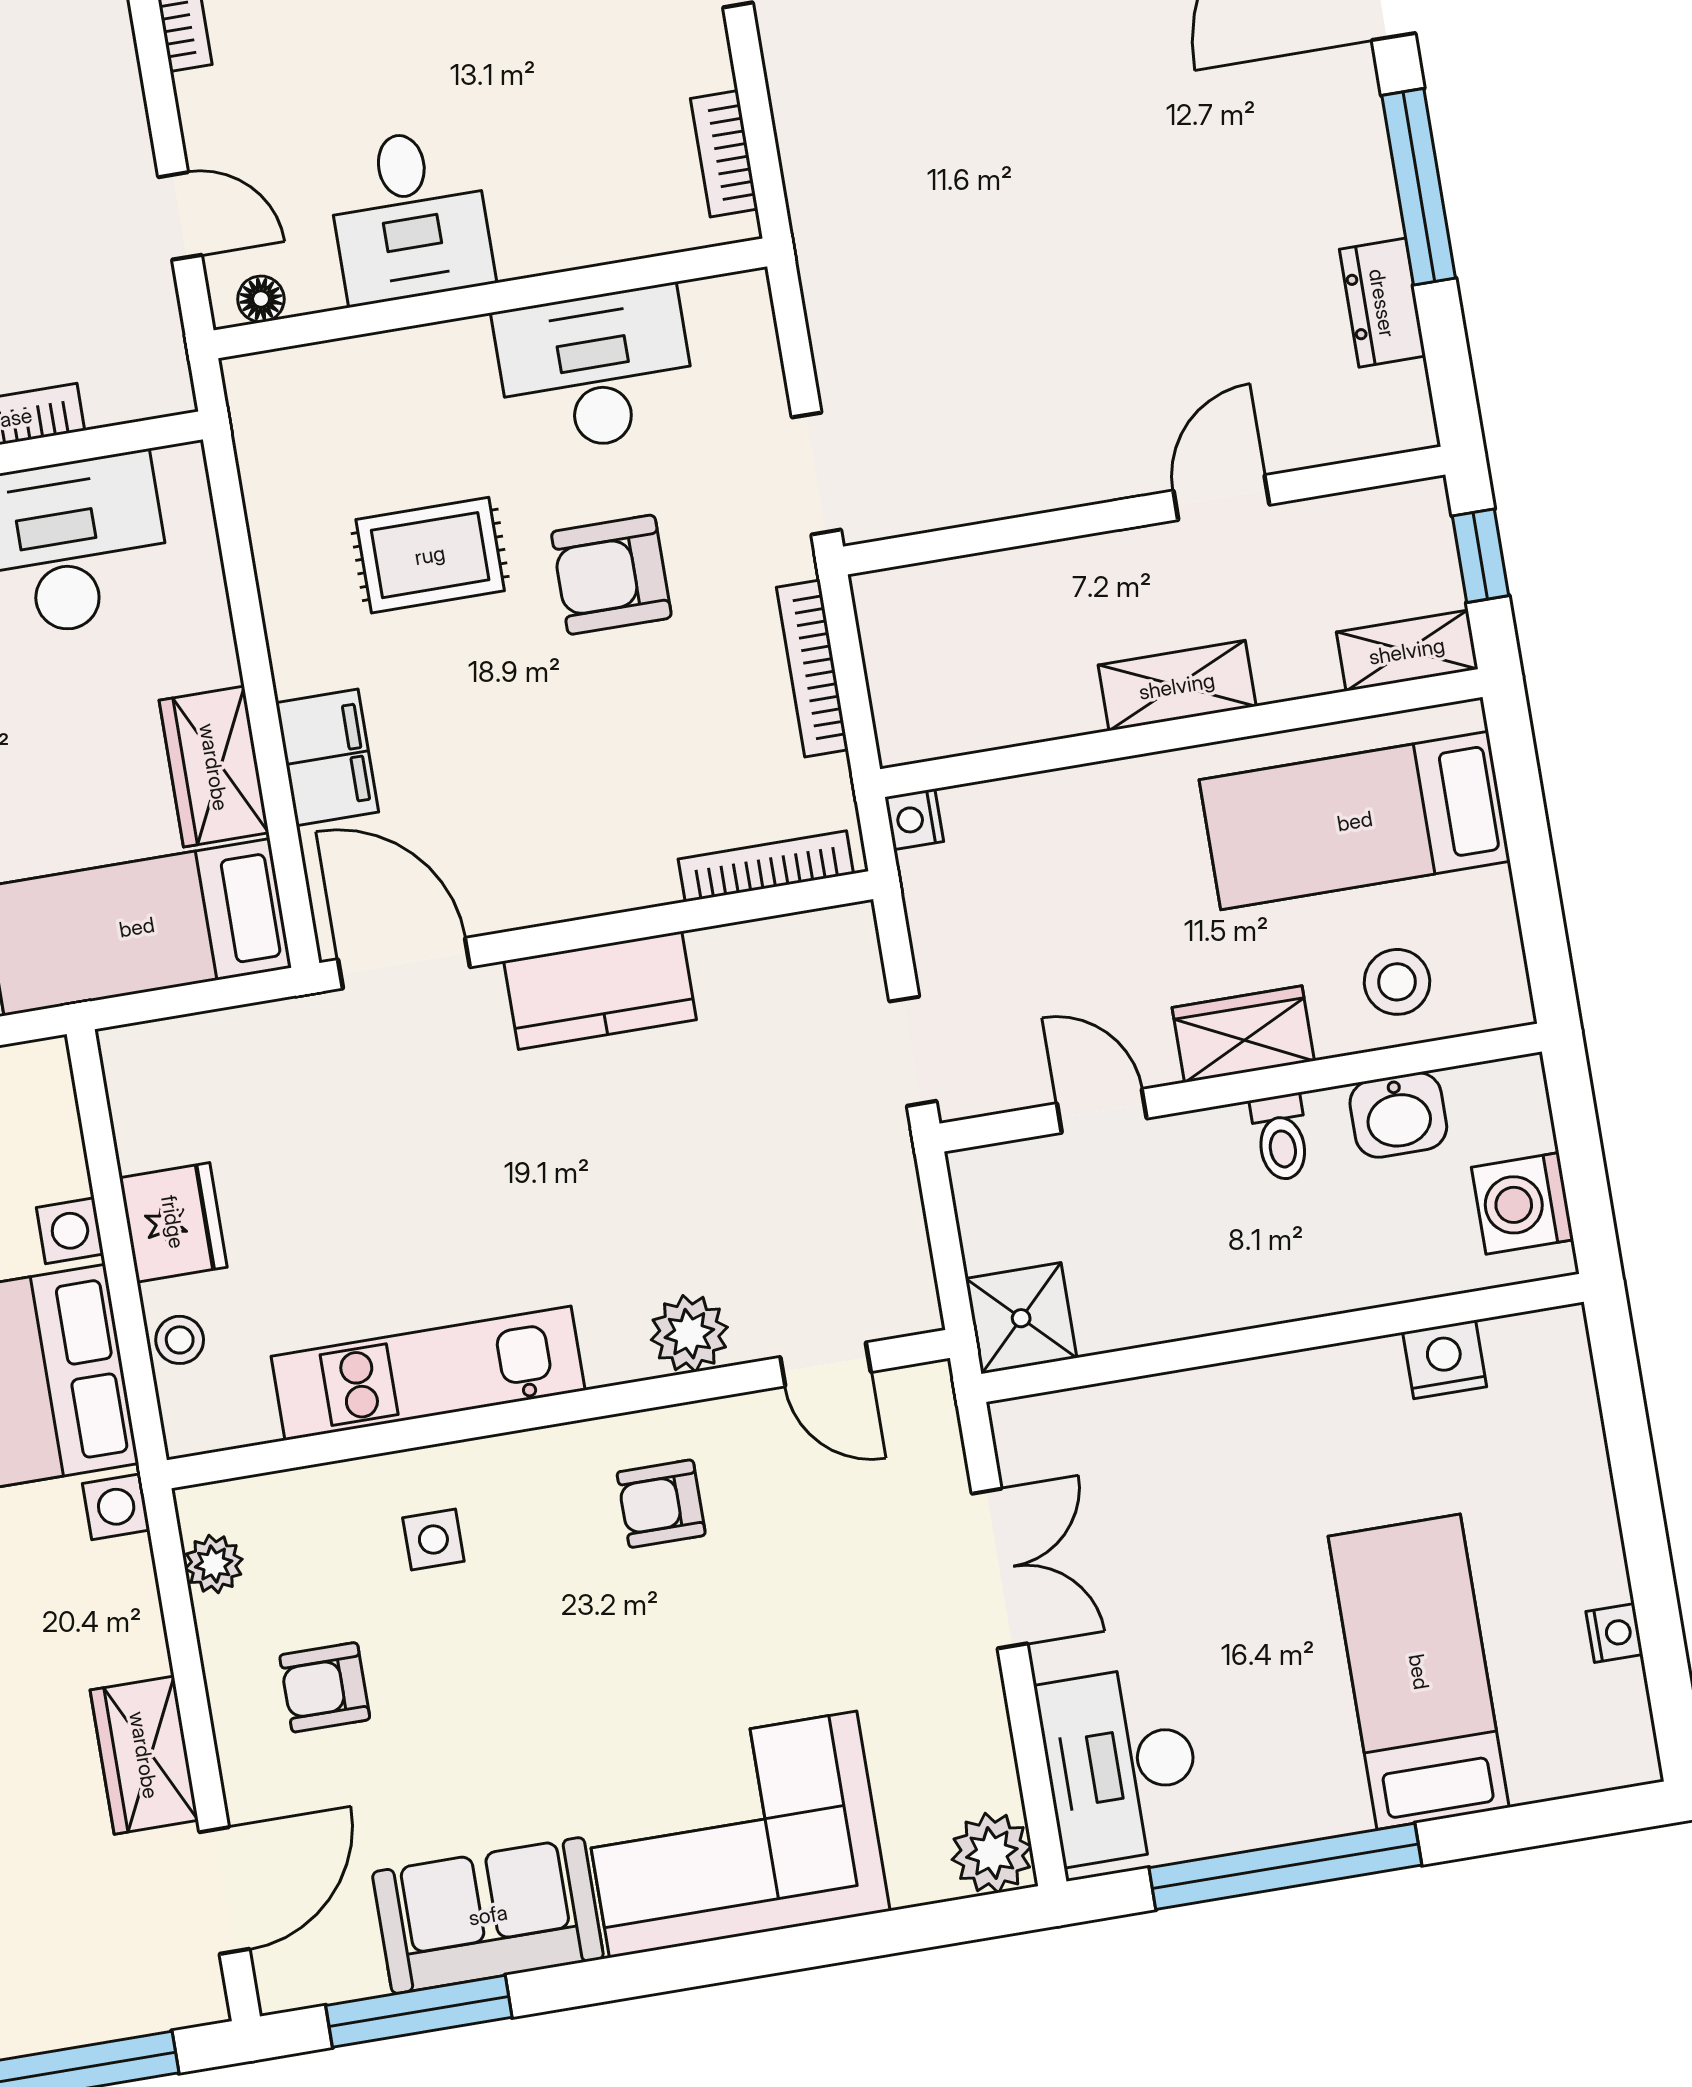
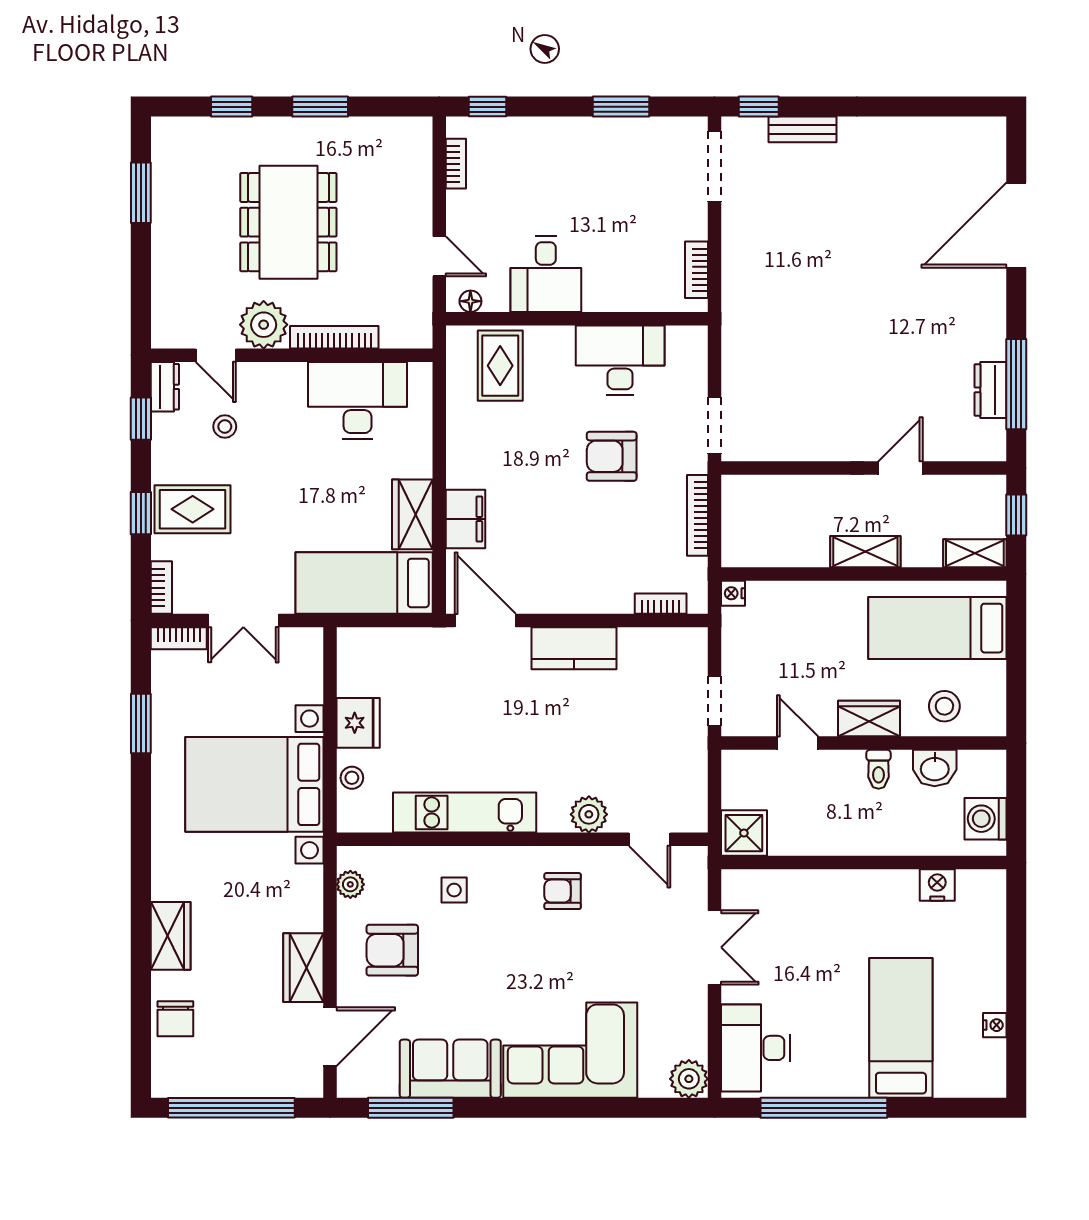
window: (1419, 187) -> (1016, 384), moved
rug: (430, 555) -> (500, 366), moved, turned 90
bookcase: (766, 866) -> (661, 604), width x0.64
armchair: (325, 1687) -> (392, 950), width x1.38, depth x1.38

